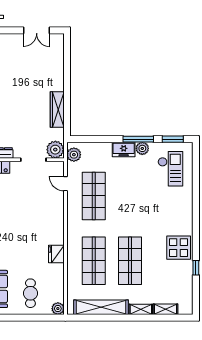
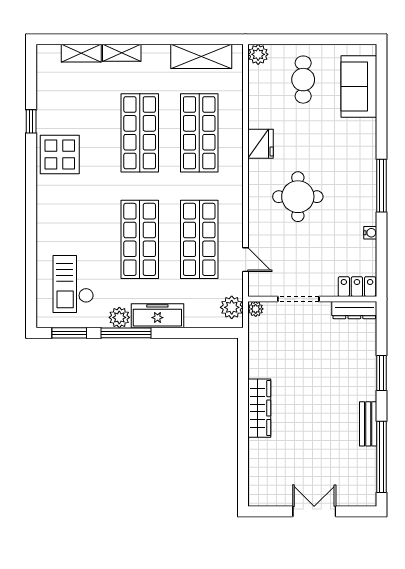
double door: (37, 30) -> (314, 511), moved
wardrobe: (57, 110) -> (259, 408), moved
freezer: (124, 149) -> (157, 316), width x1.40
plant: (55, 150) -> (256, 309), width x0.53, depth x0.53
shop shelf: (130, 196) -> (140, 239), added
round table: (34, 222) -> (298, 197), added
shelving: (101, 307) -> (201, 56), width x0.68

